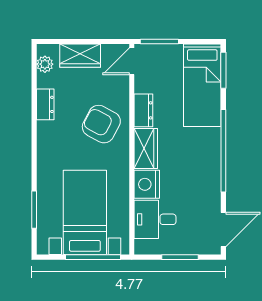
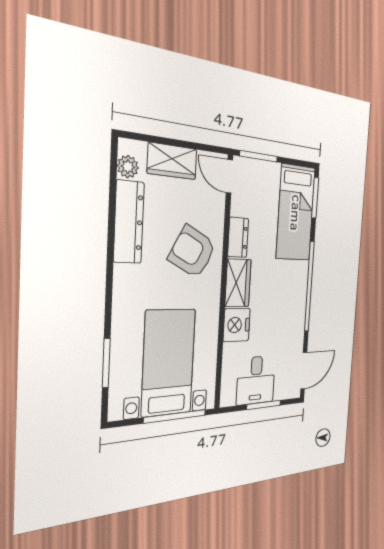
door: (132, 61) -> (229, 176), hinge flipped
dresser: (45, 104) -> (129, 222), width x1.96, depth x1.24
desk: (155, 219) -> (256, 380), moved, turned -90

